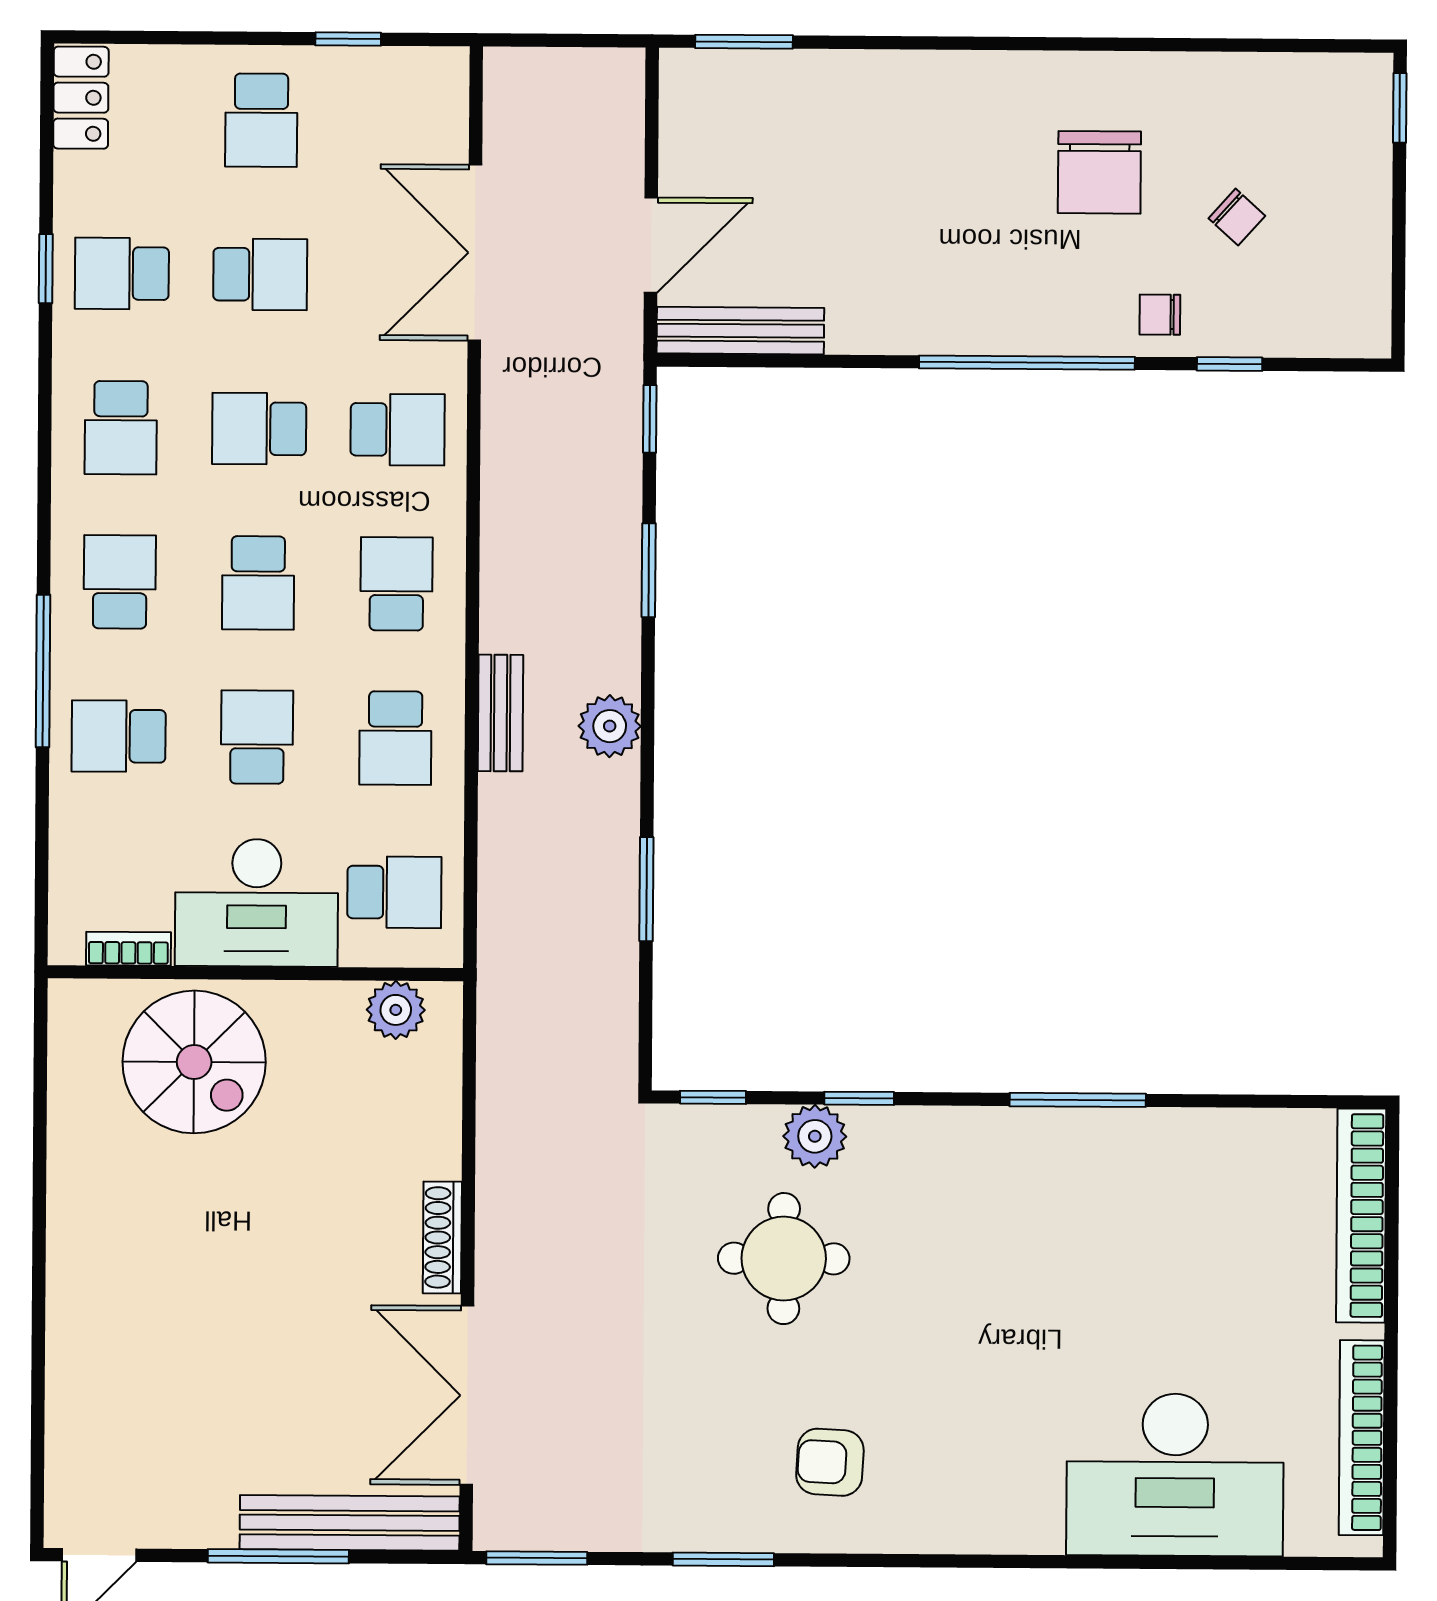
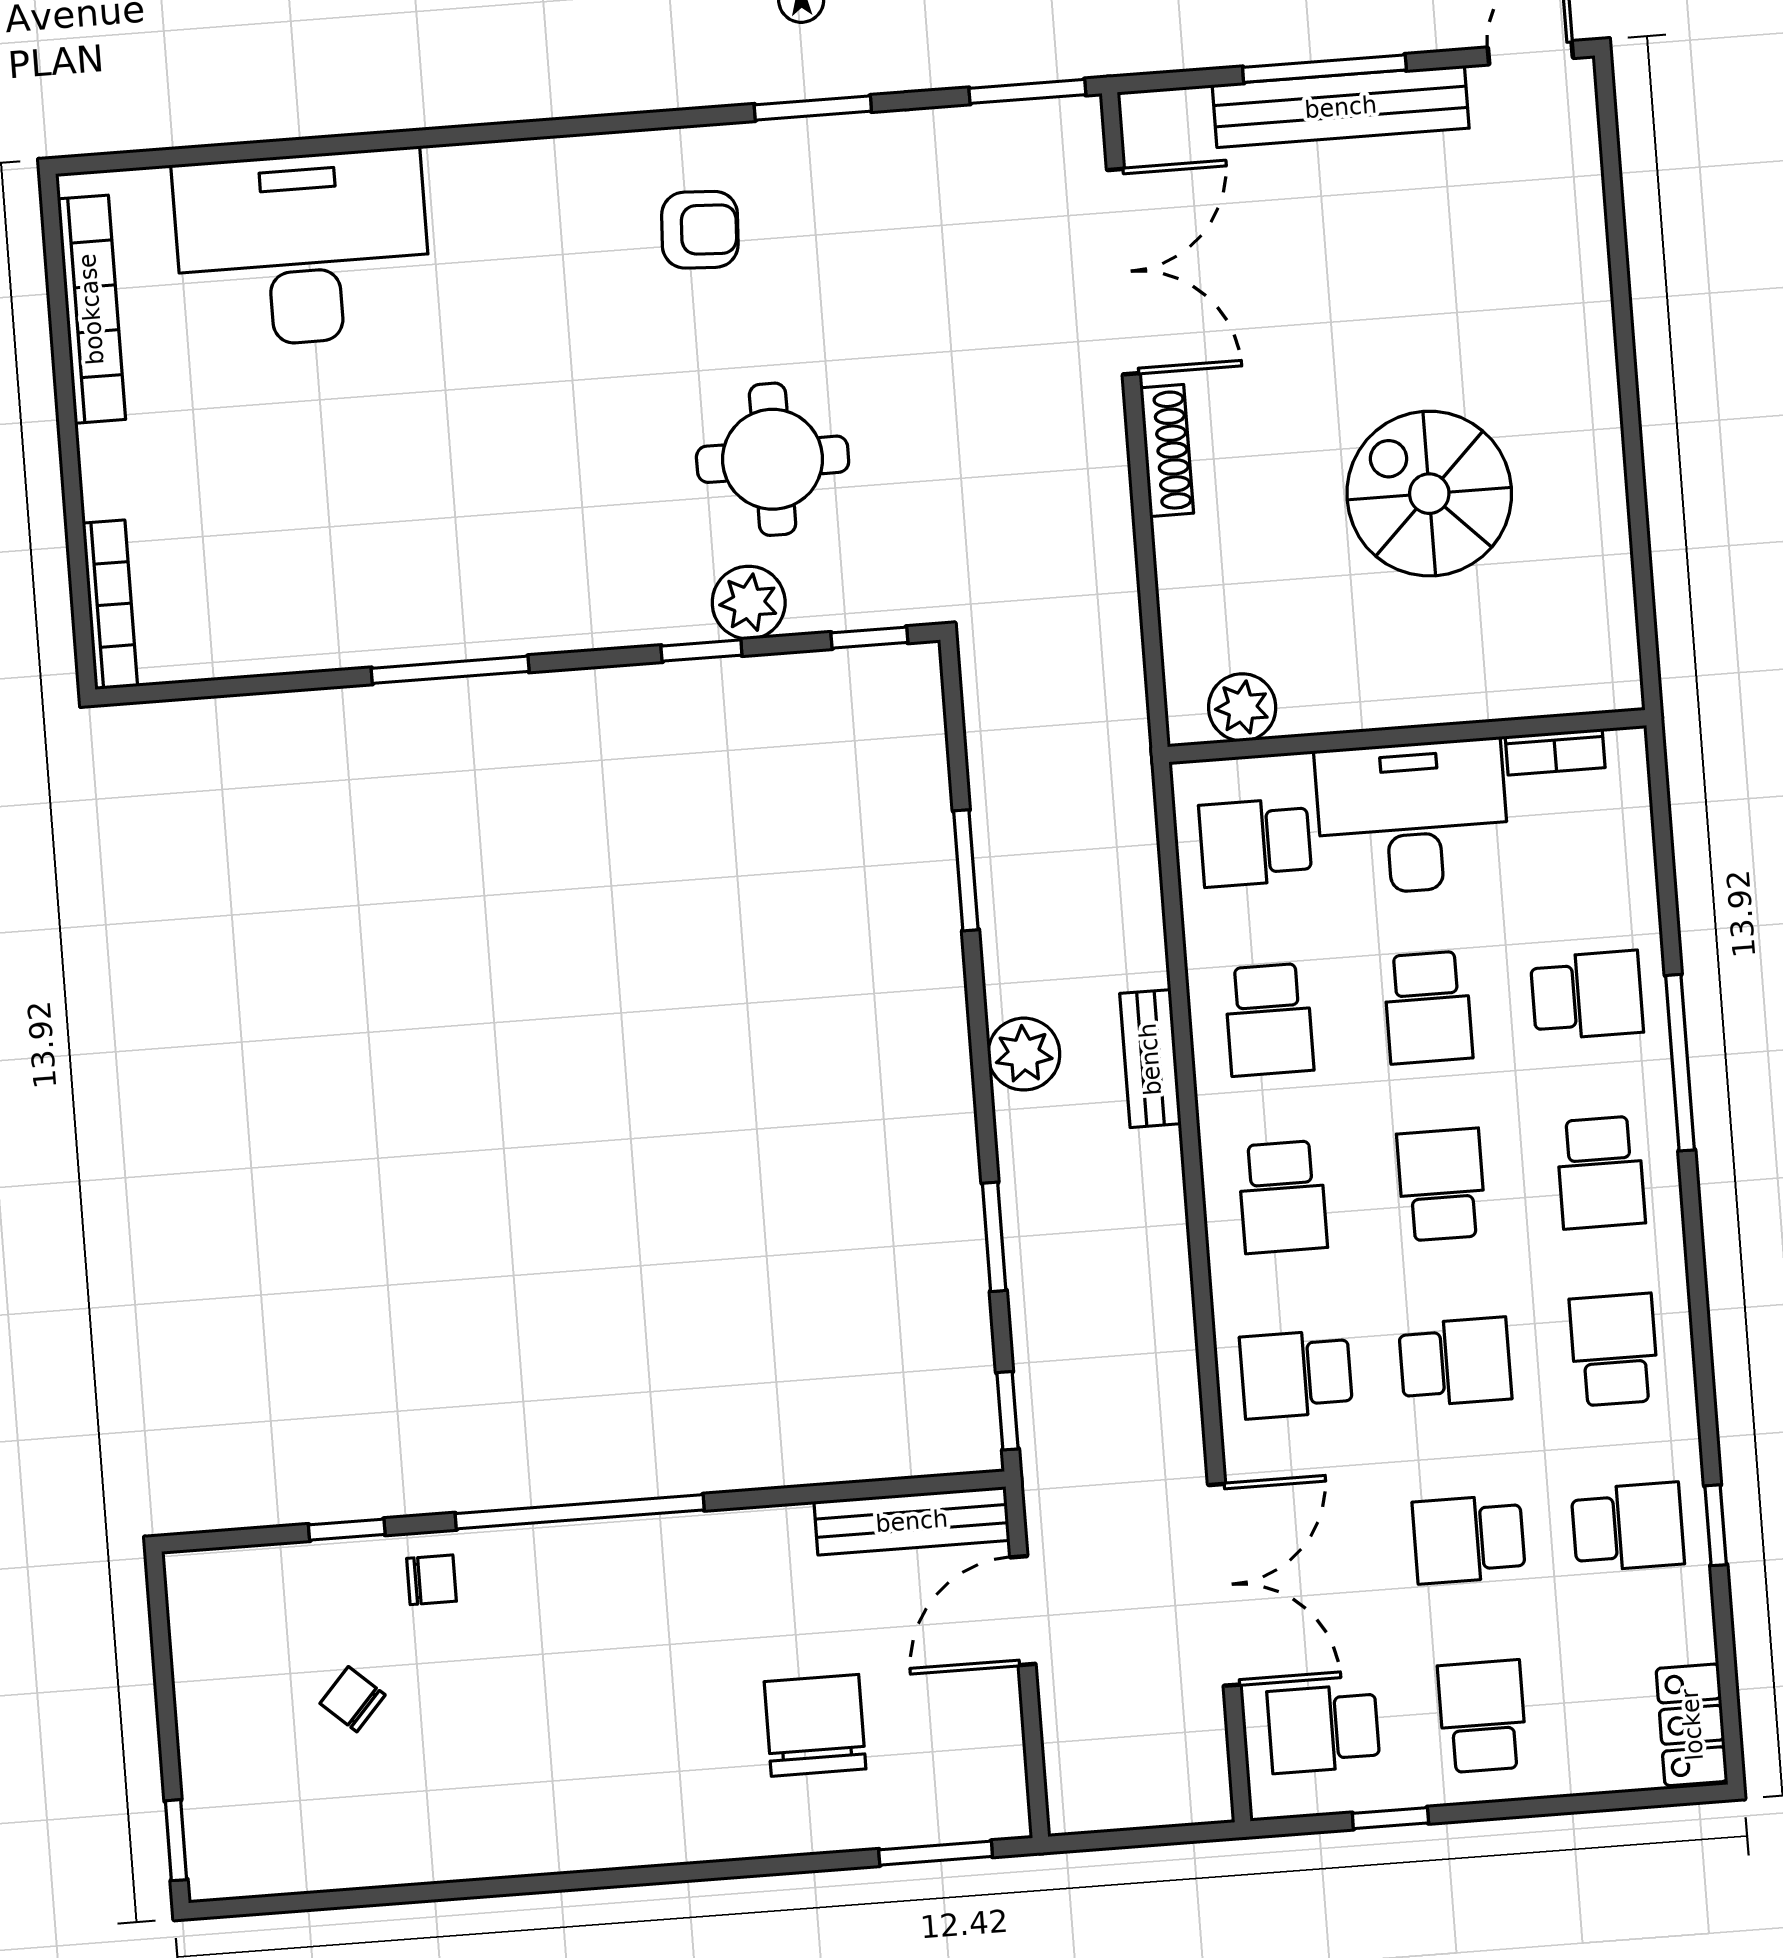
school desk: (400, 121) -> (1323, 1729), added
chair: (1099, 172) -> (815, 1725), moved
school desk: (395, 738) -> (1269, 1020), turned 180
spiral stairs: (194, 1062) -> (1429, 494), moved
bookcase: (1361, 1216) -> (110, 605), width x0.68, depth x0.76
bench: (350, 1523) -> (1341, 107), moved

